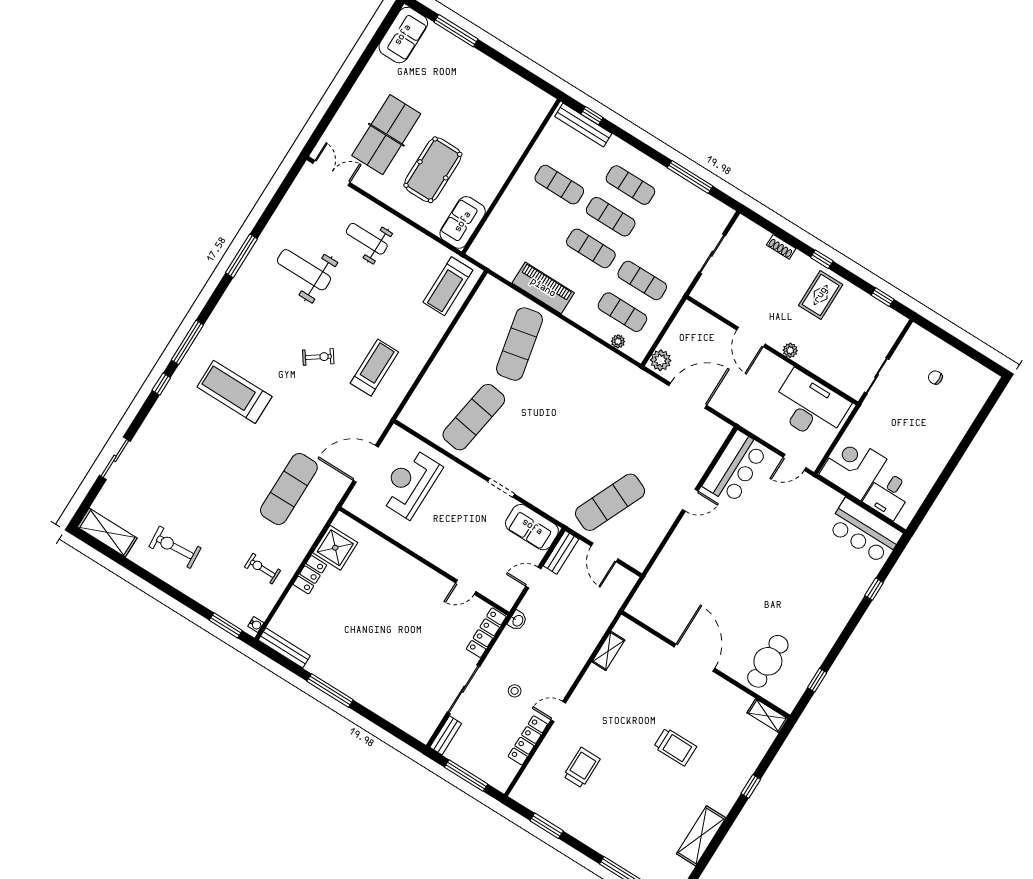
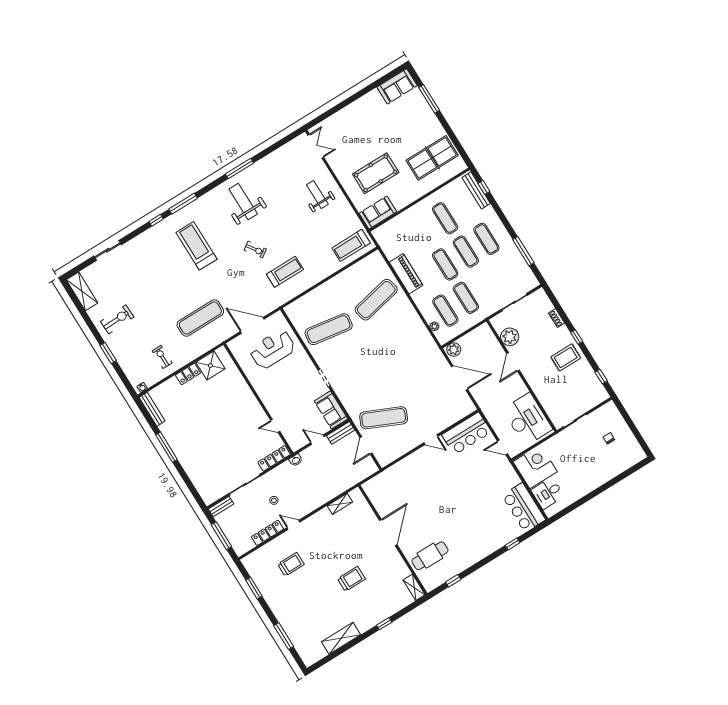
table tennis table: (386, 135) -> (432, 158), moved
weight bench: (304, 270) -> (243, 202), moved
plant: (790, 350) -> (510, 337), moved, width x1.88, depth x1.88
exercise bike: (175, 547) -> (117, 319), turned 92
window: (226, 625) -> (108, 353), moved
trolley: (675, 747) -> (351, 579), turned -90

